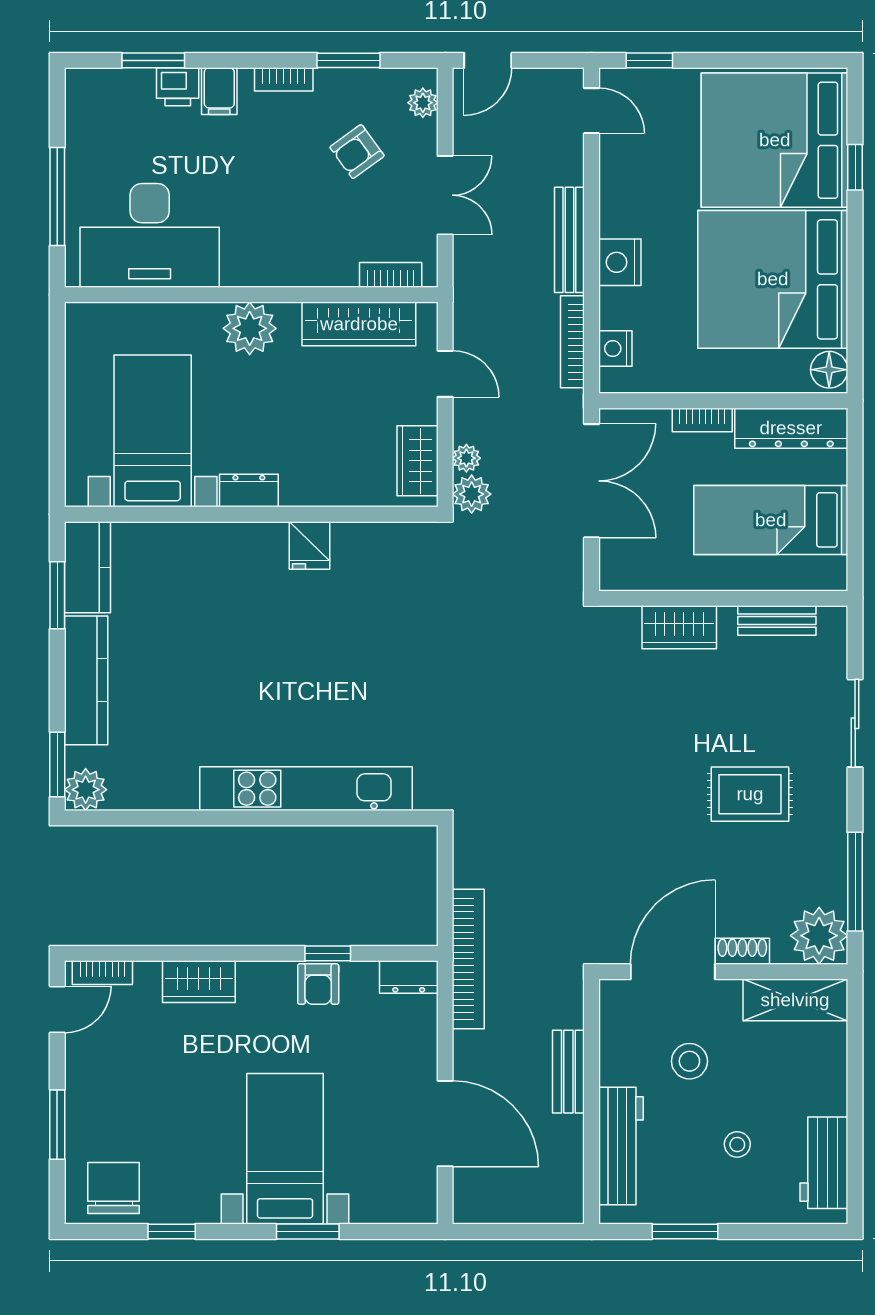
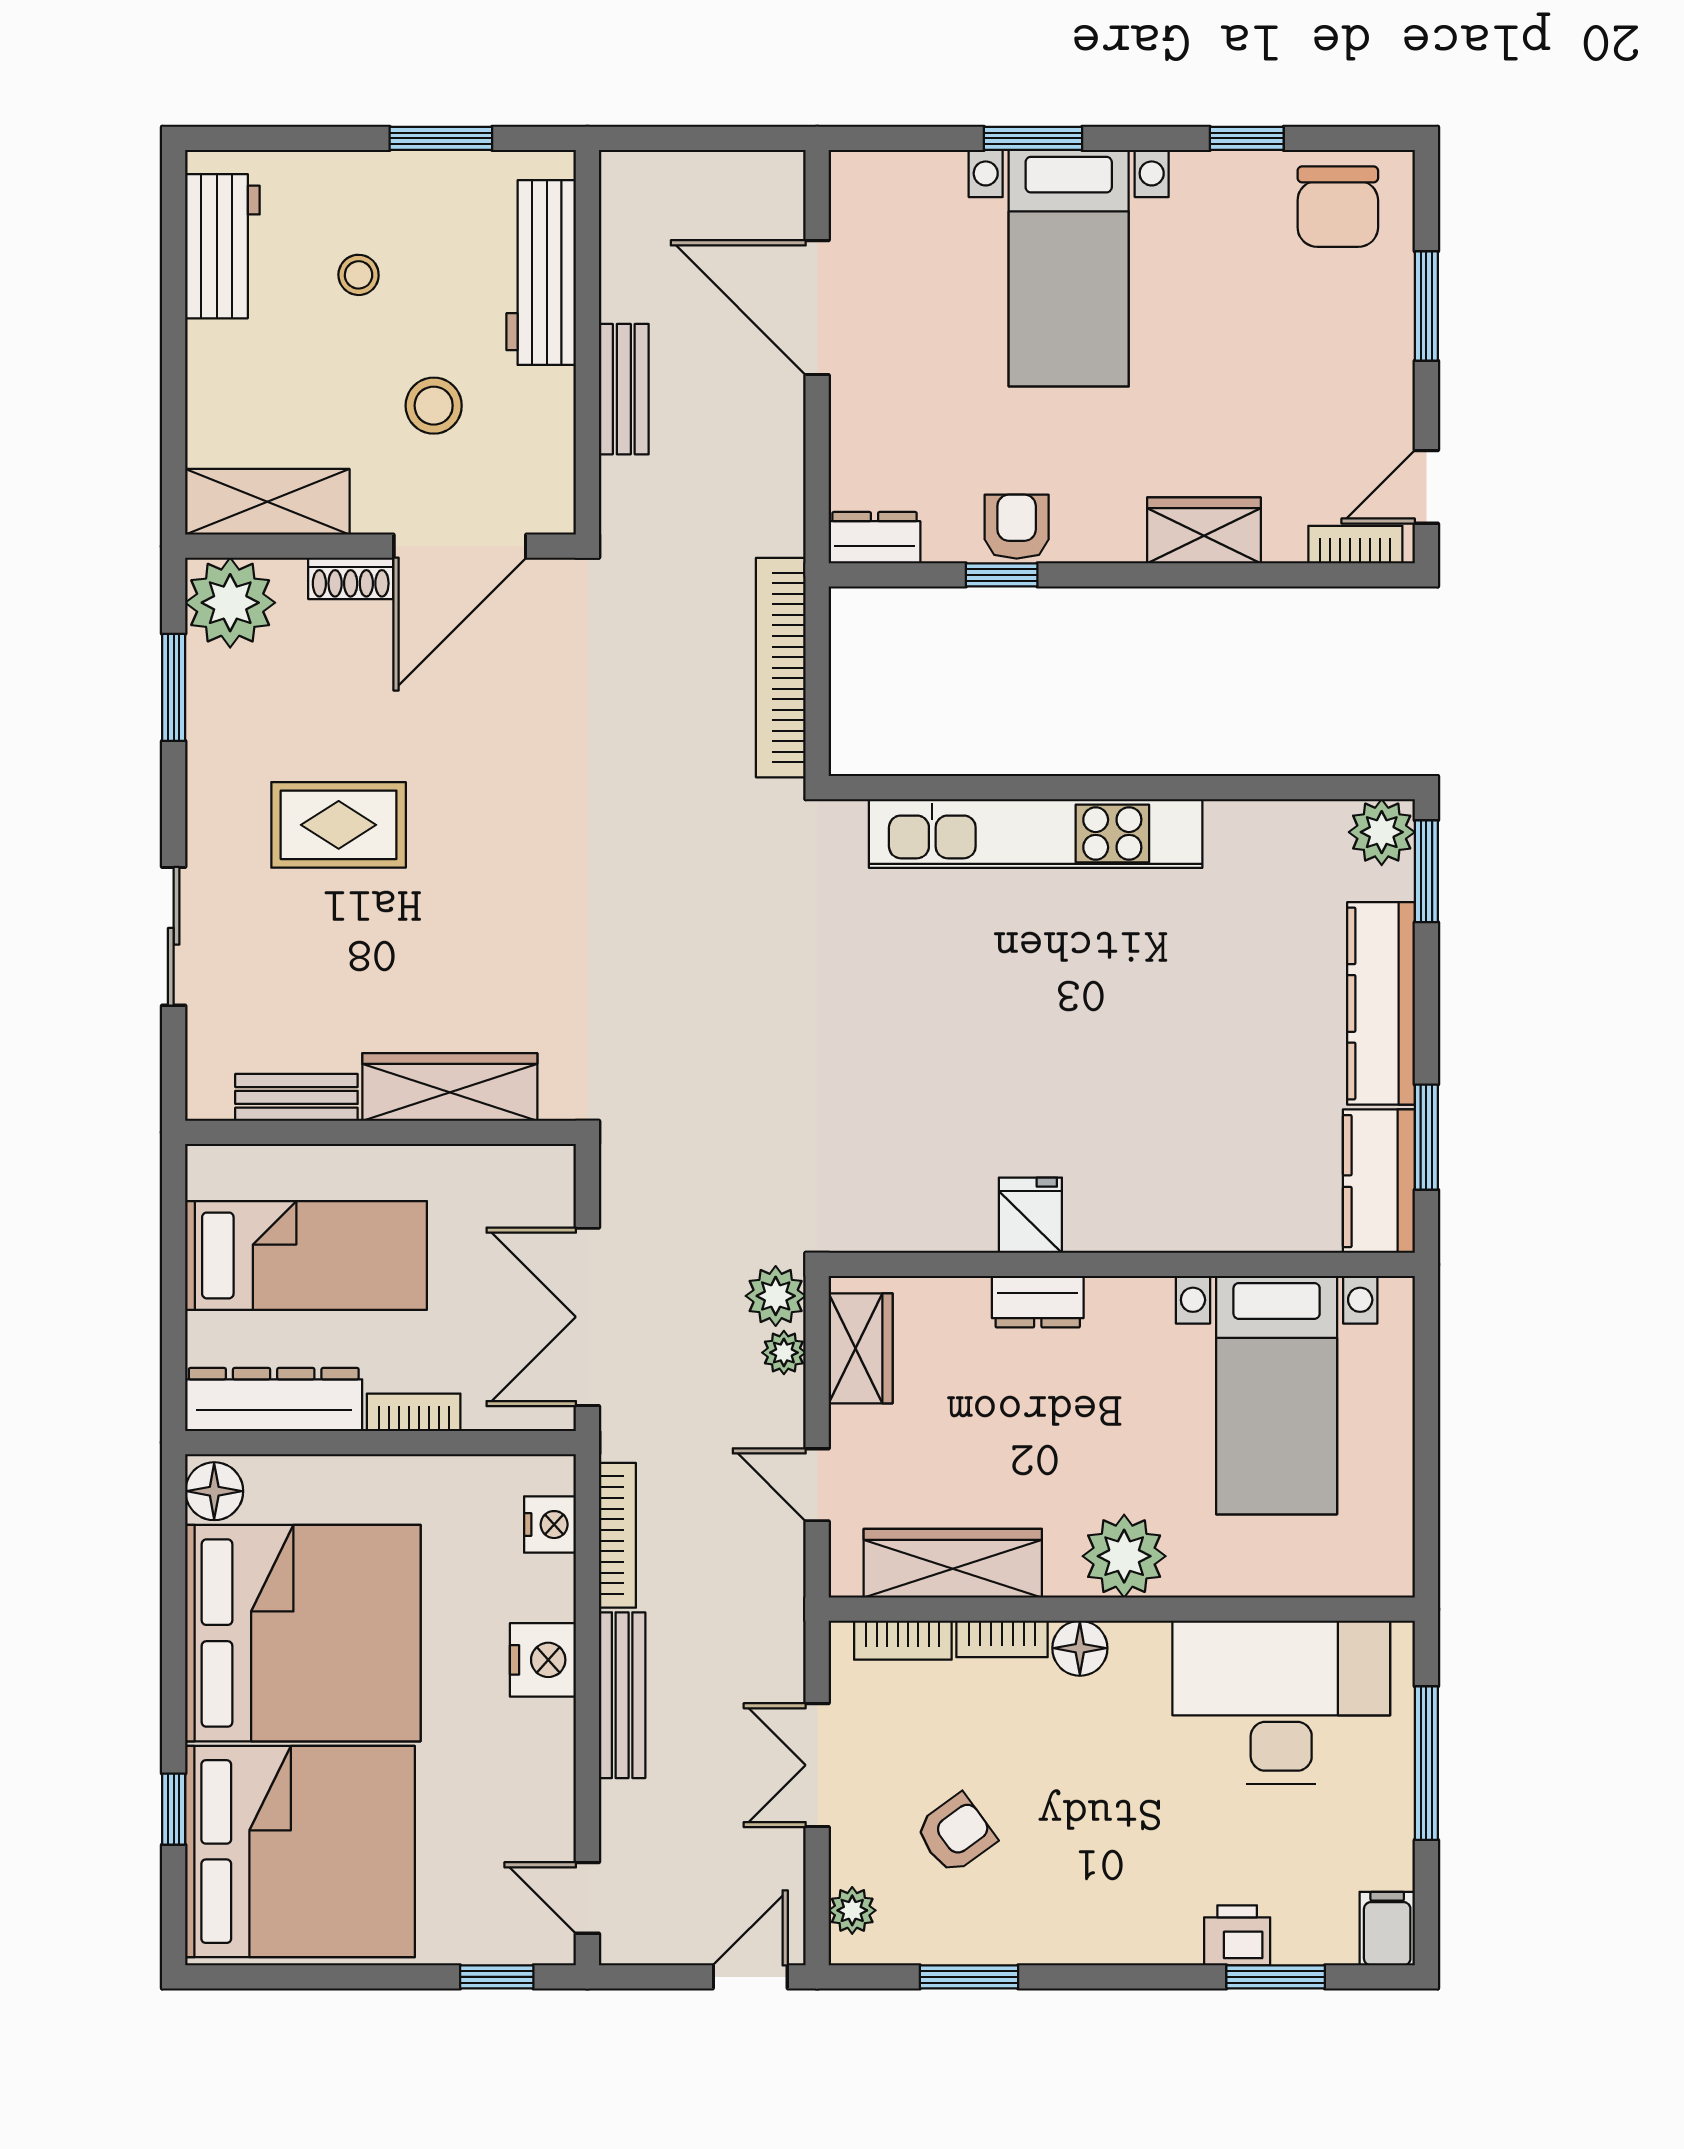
bookcase: (284, 79) -> (1002, 1639), moved, turned 180
filing cabinet: (219, 91) -> (1387, 1929), moved
floor lamp: (278, 270) -> (1080, 1648), added
dresser: (249, 490) -> (1038, 1302), moved
wardrobe: (679, 627) -> (450, 1087), width x1.50
window: (855, 882) -> (174, 687), width x0.69
bookcase: (468, 959) -> (781, 668), moved

